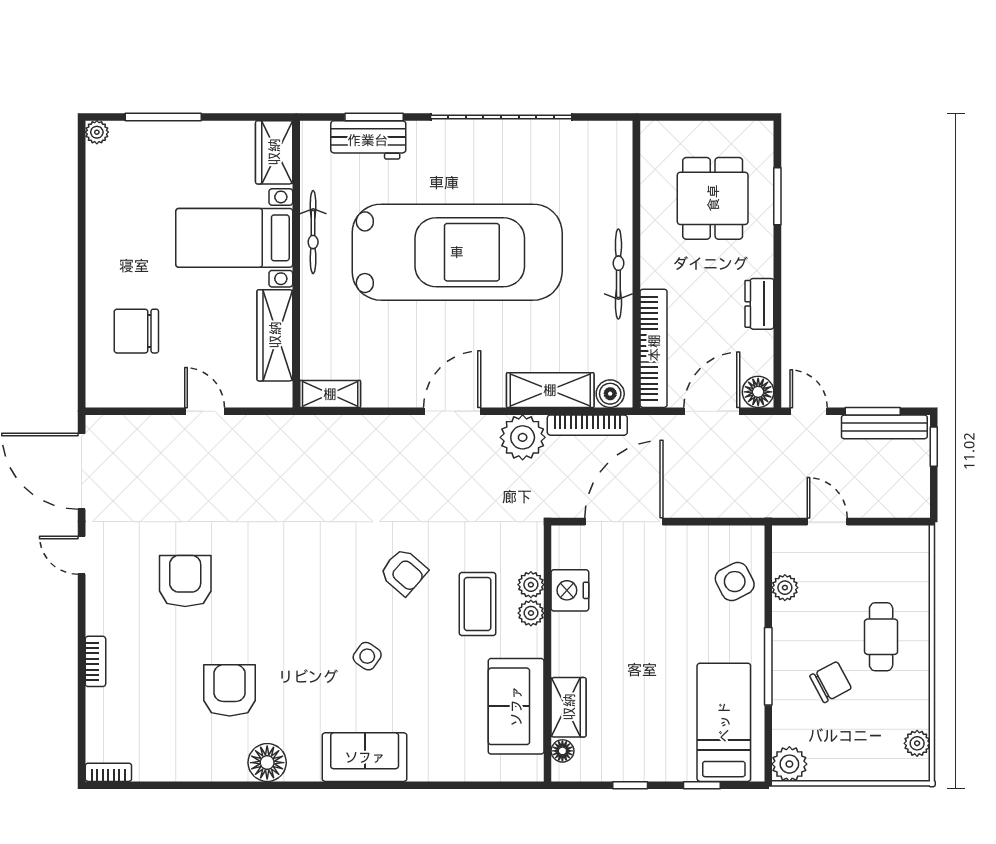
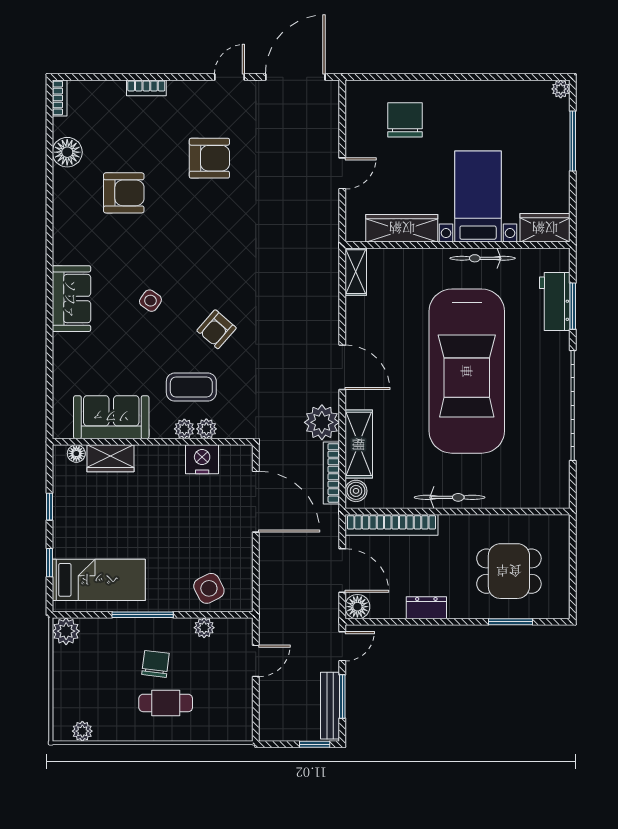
chair: (831, 682) -> (155, 664), moved, turned -145
floor lamp: (267, 763) -> (67, 152), moved

